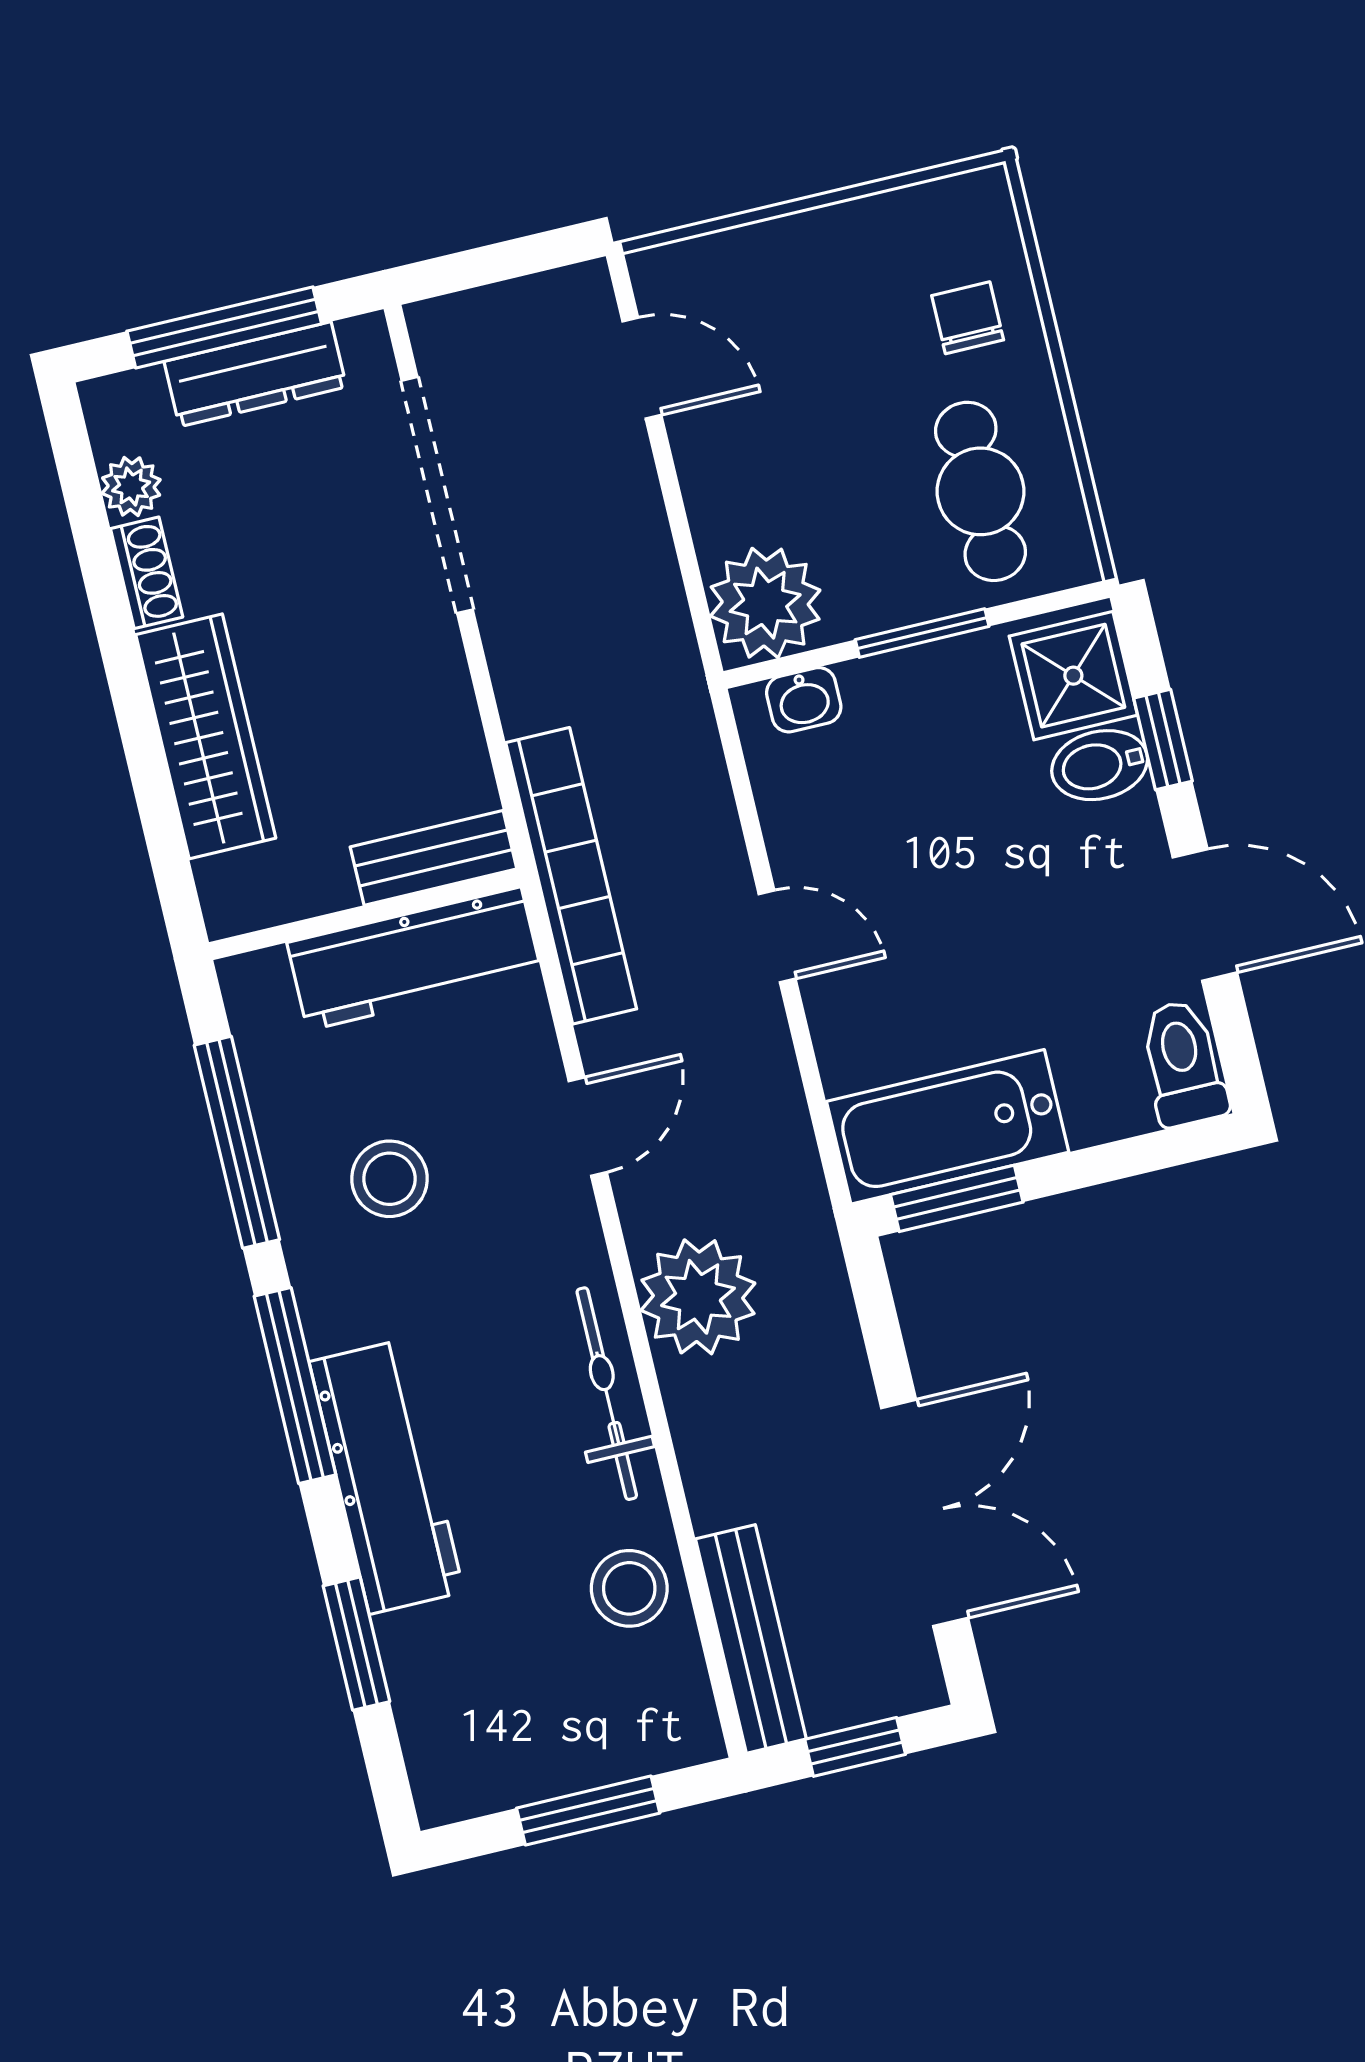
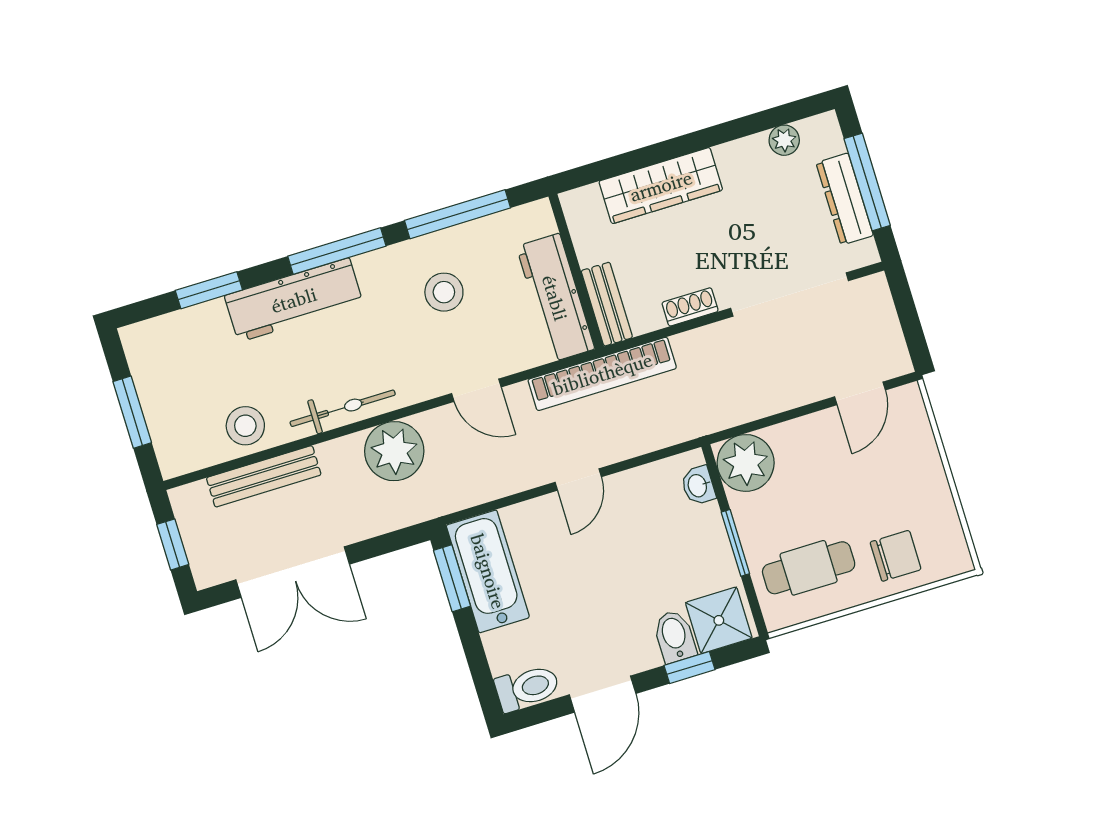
chair: (968, 318) -> (896, 556), width x1.37, depth x1.37
shoe rack: (147, 573) -> (690, 307), moved, turned 180
bench: (751, 1639) -> (264, 476), moved

